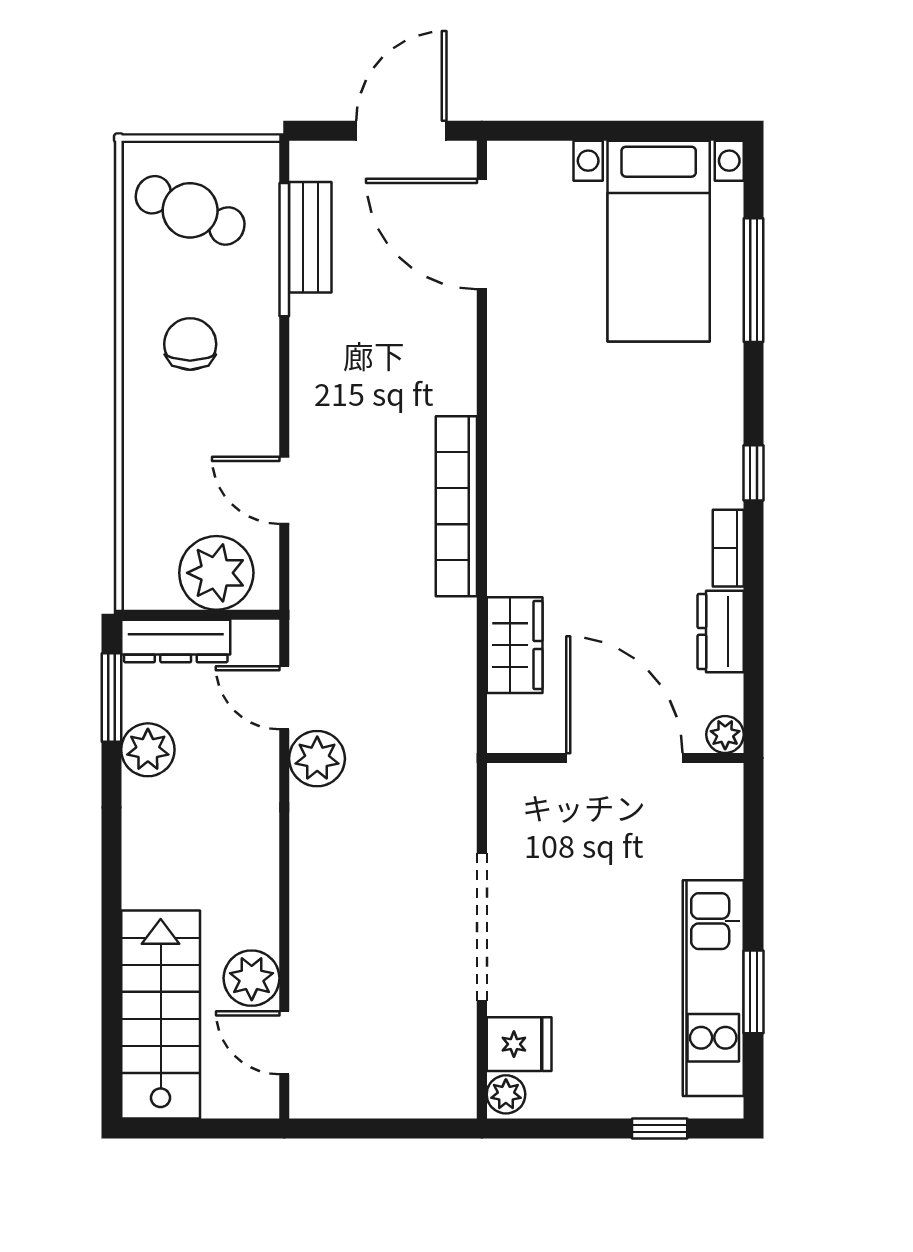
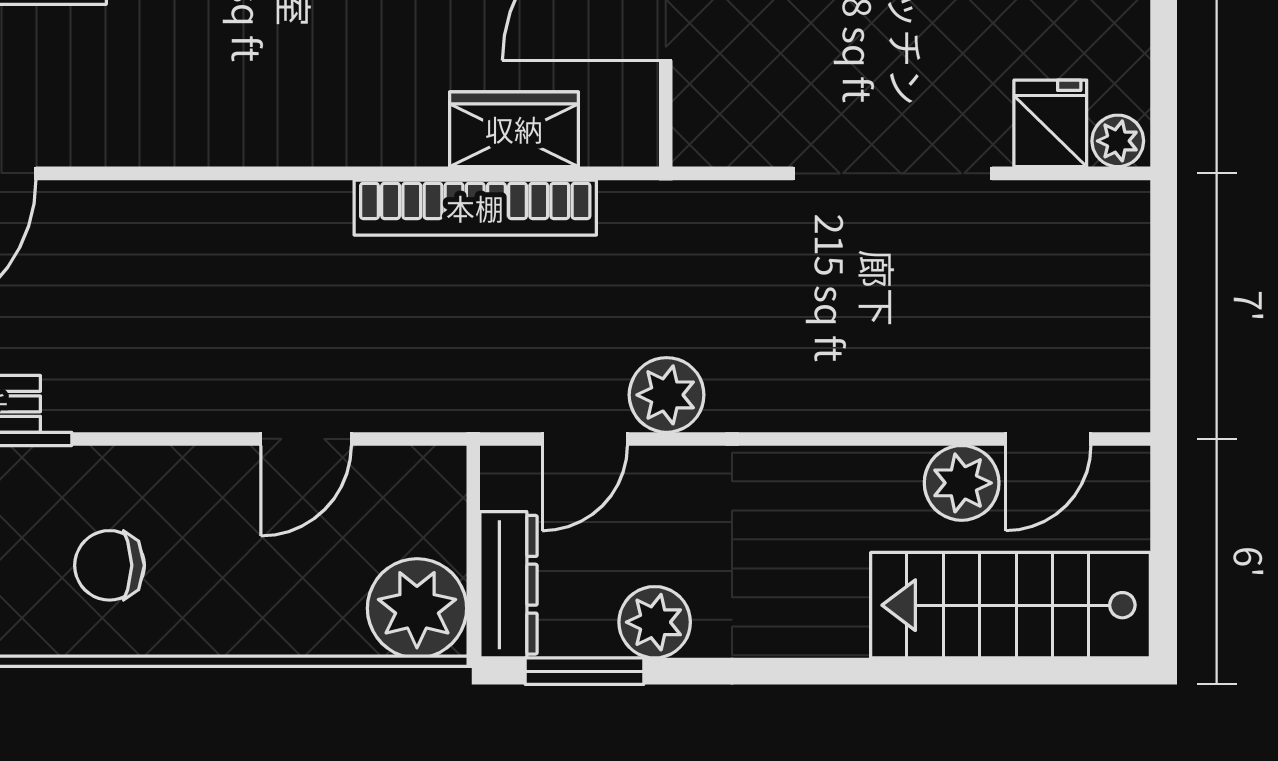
bookcase: (456, 506) -> (475, 208), moved
plant: (216, 573) -> (417, 608), moved

